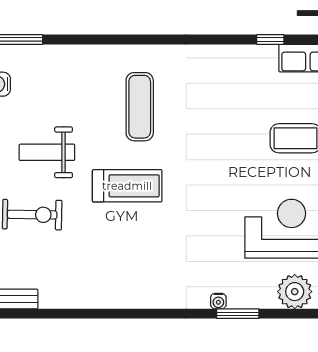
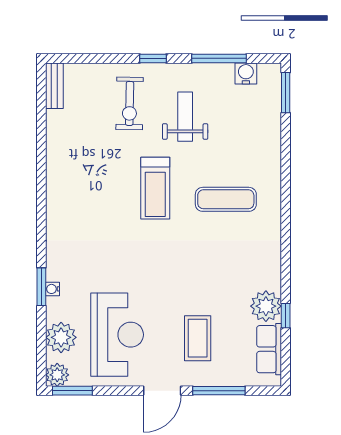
plant: (260, 62) -> (266, 306), added
water cooler: (218, 301) -> (53, 289), moved

